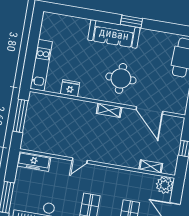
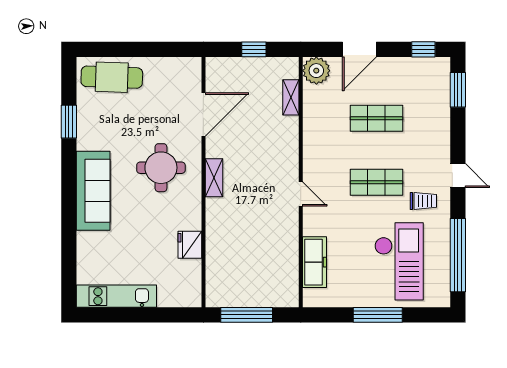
window: (131, 21) -> (69, 122), moved
kitchen unit: (41, 65) -> (116, 296), moved
freezer: (34, 161) -> (314, 262), moved
door: (80, 161) -> (301, 194), moved

